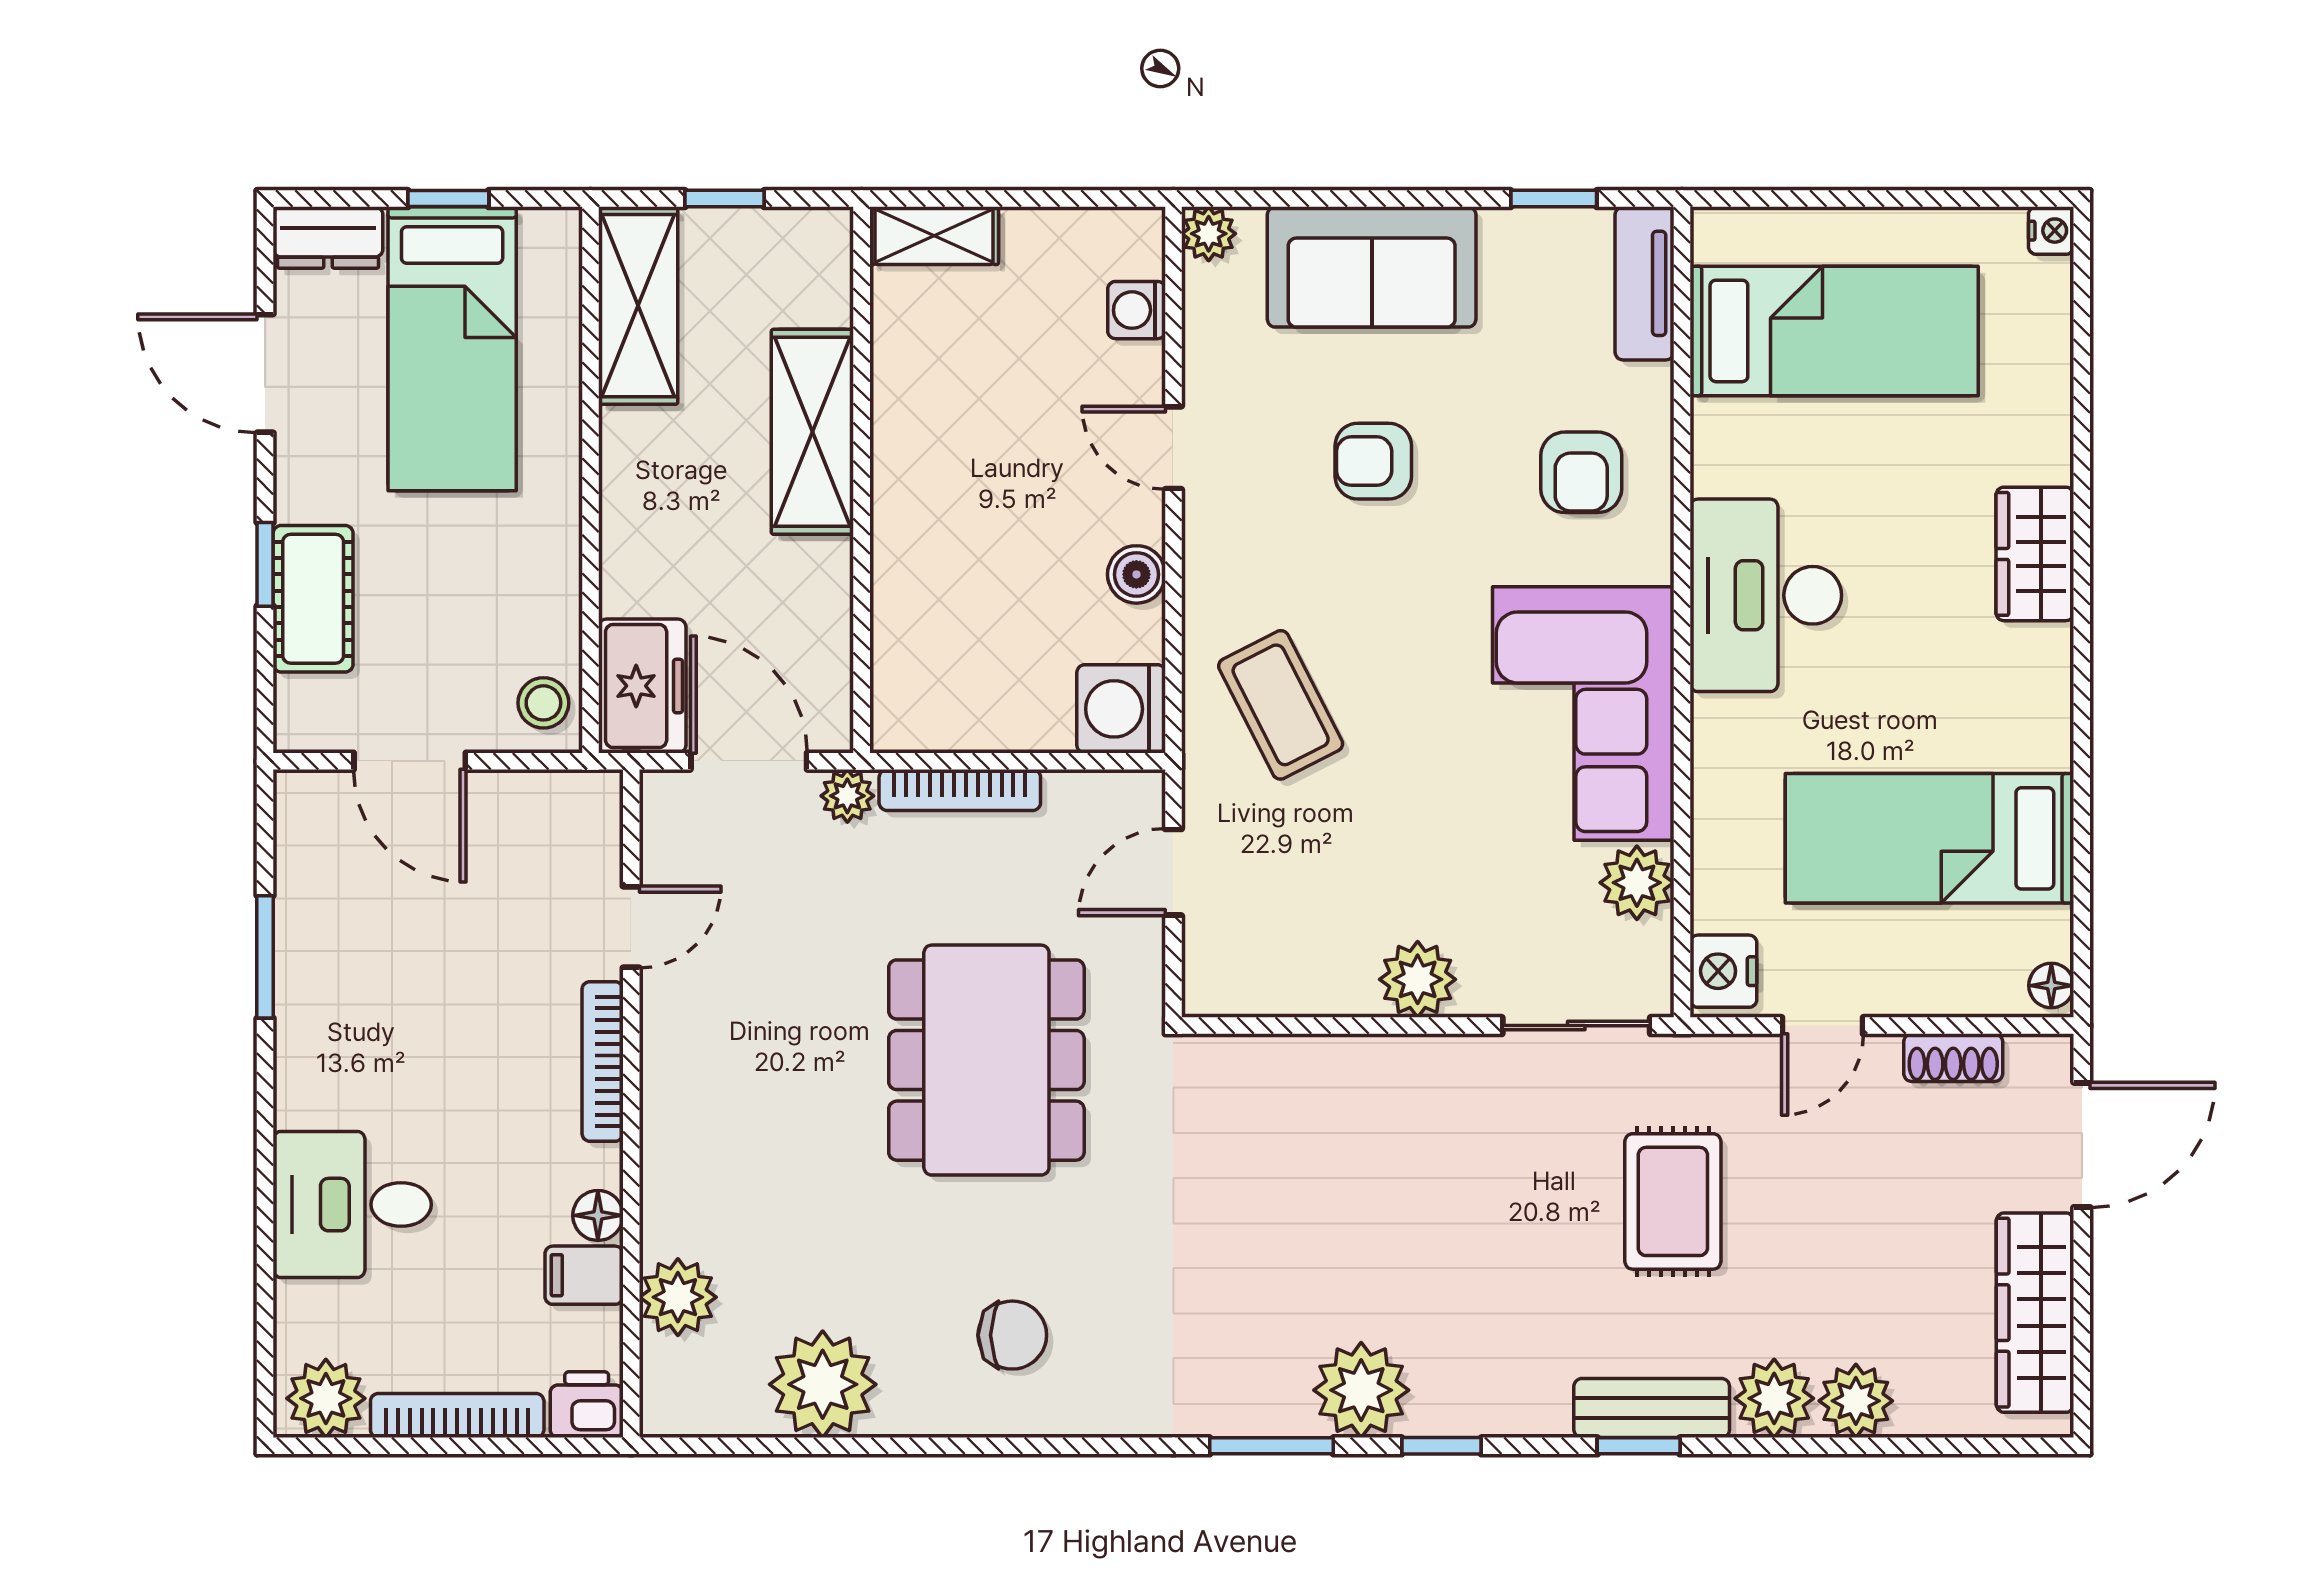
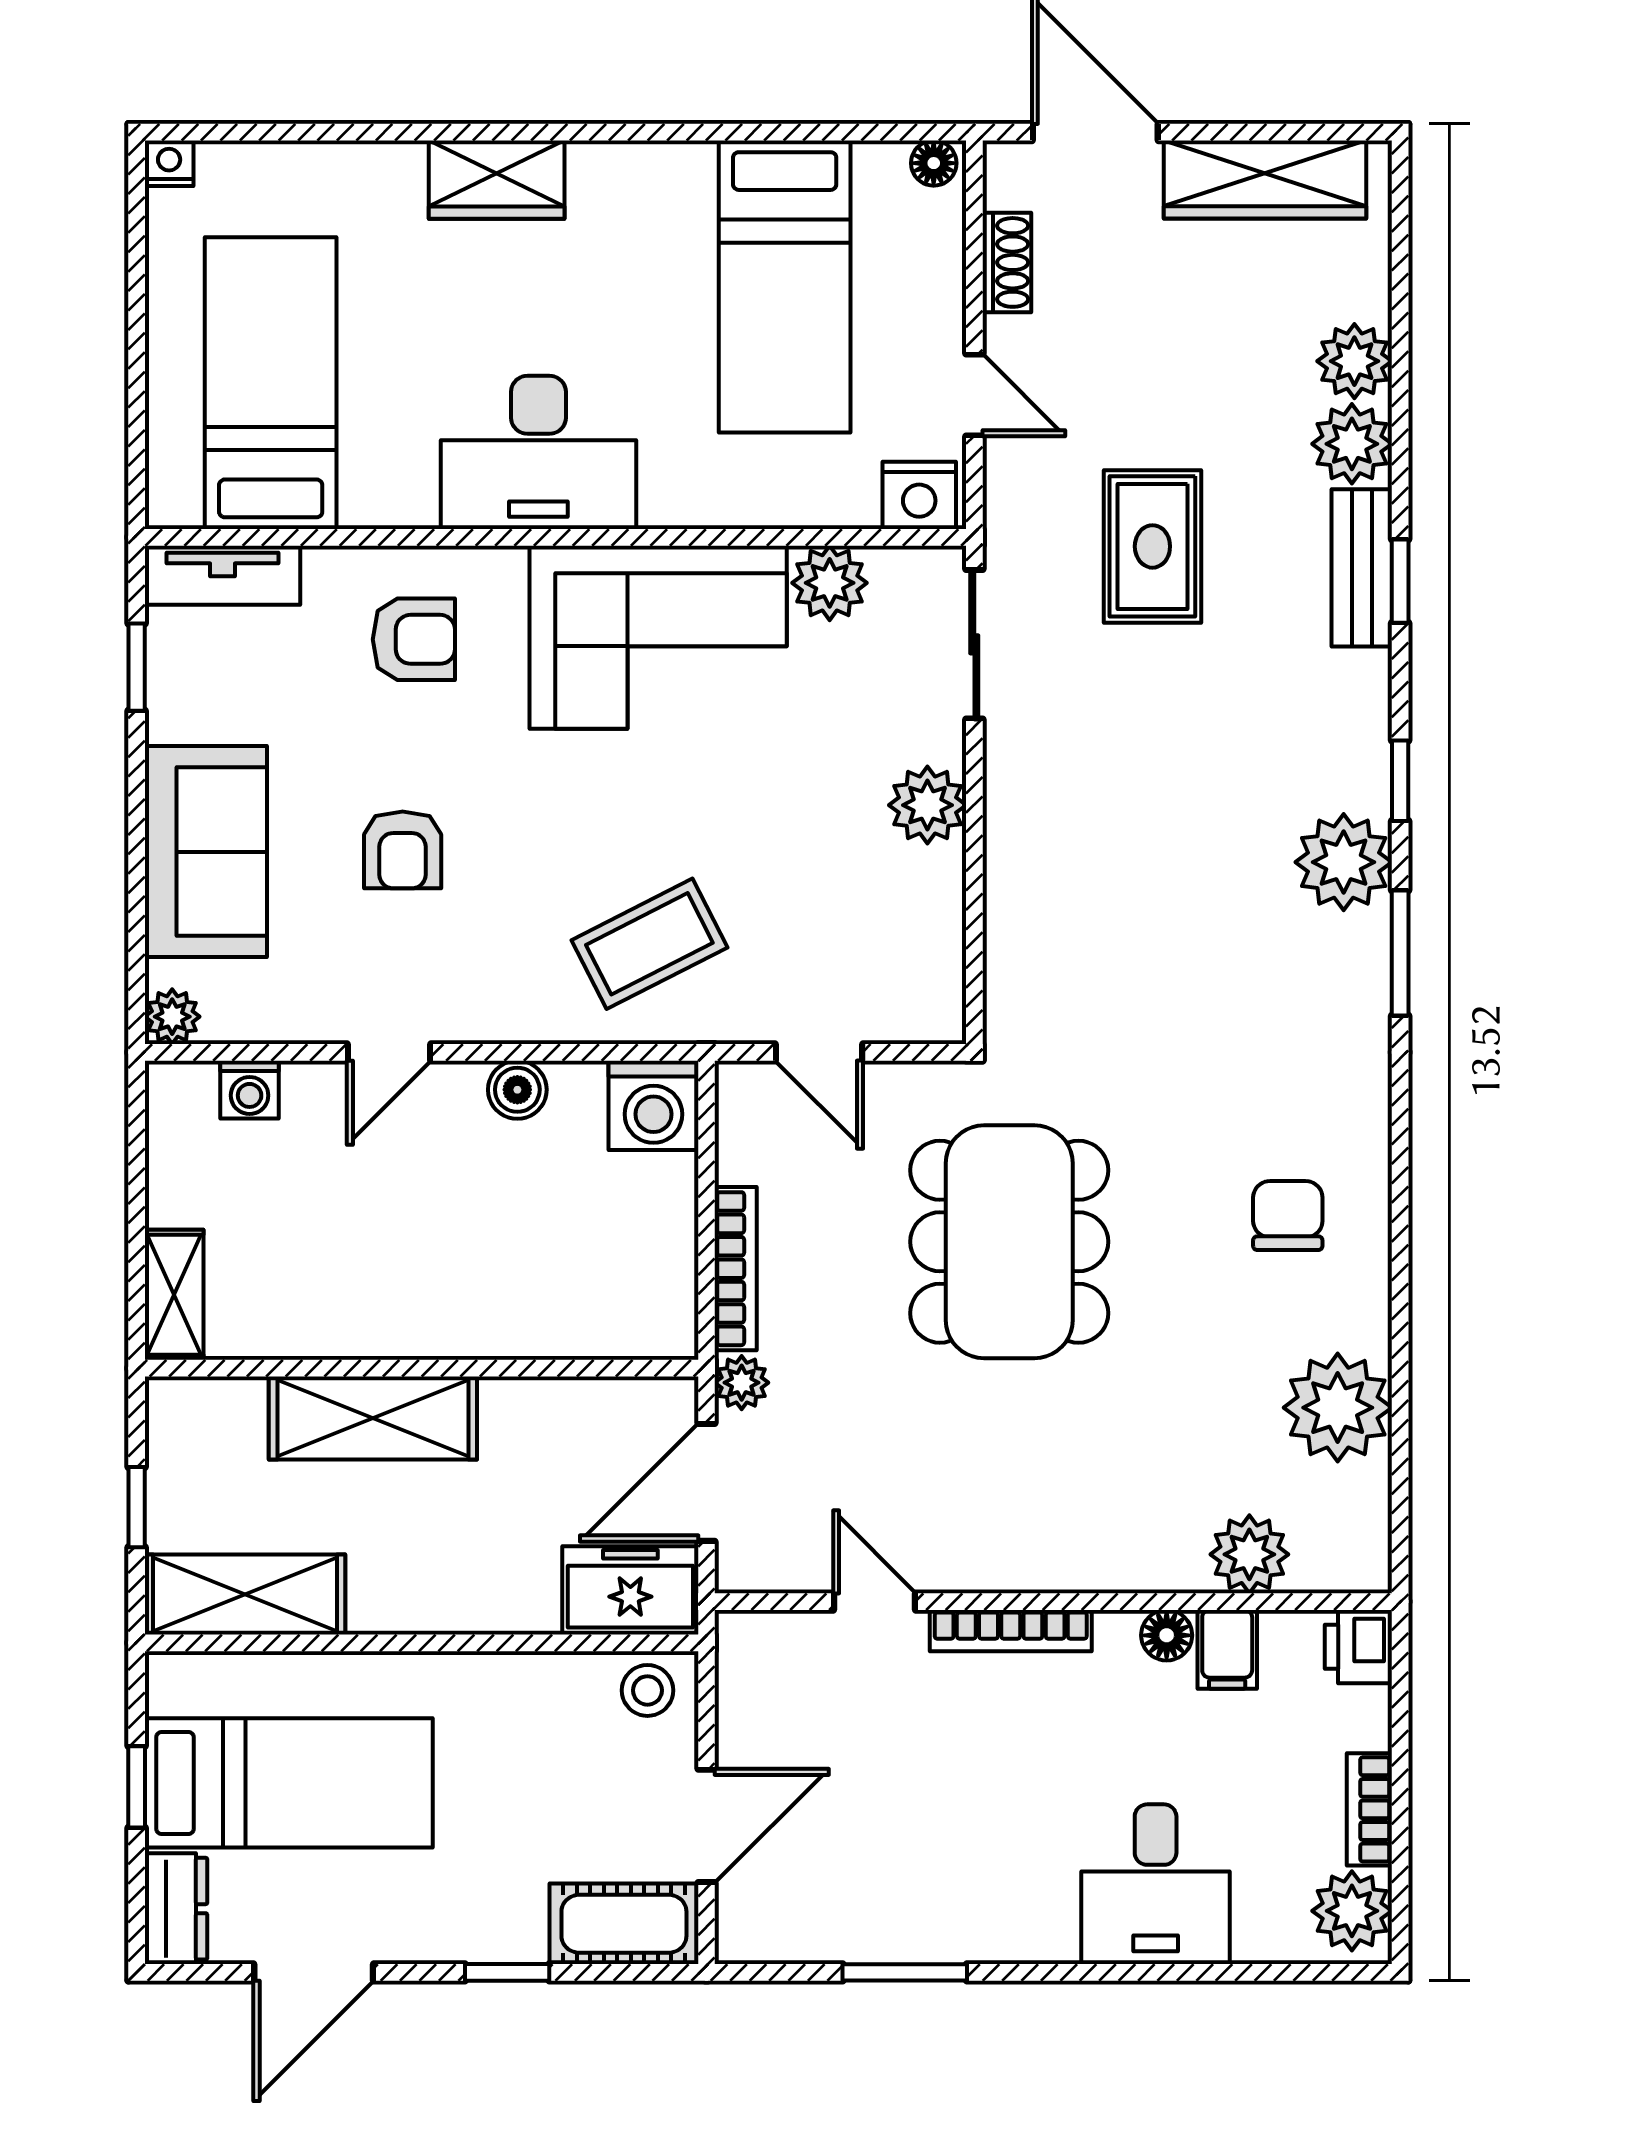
cot: (313, 599) -> (624, 1924), moved
dining table: (986, 1060) -> (1009, 1242), turned 90
rug: (1673, 1201) -> (1152, 546), turned 90
bookcase: (457, 1416) -> (1369, 1809), width x0.64

